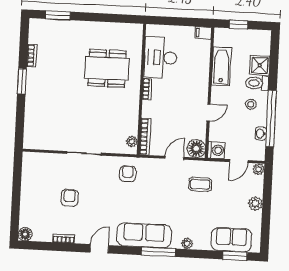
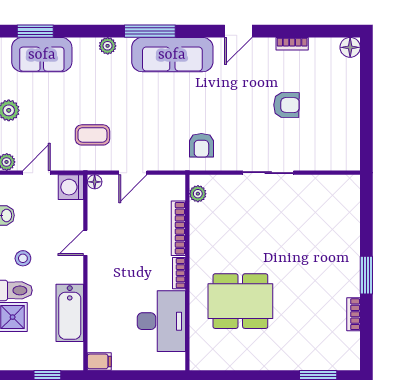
bookcase: (145, 137) -> (178, 228), moved
floor lamp: (196, 149) -> (95, 182), width x0.53, depth x0.53
armchair: (70, 198) -> (286, 105), turned -89

